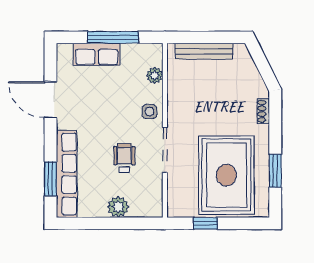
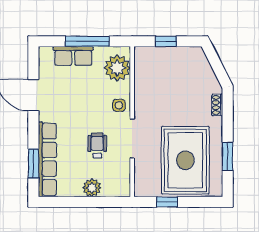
window: (204, 37) -> (166, 41), added
bench: (204, 51) -> (166, 53), removed
plant: (155, 75) -> (117, 68), width x1.88, depth x1.88

